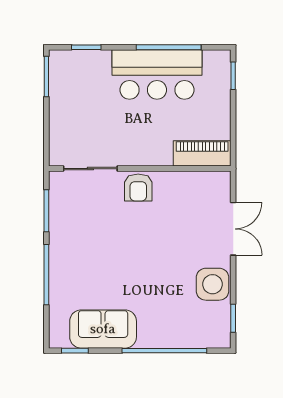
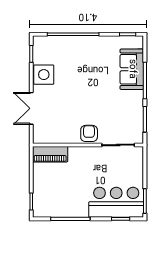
bar counter: (157, 74) -> (116, 202), moved
sofa: (103, 329) -> (132, 69), moved, turned 90

